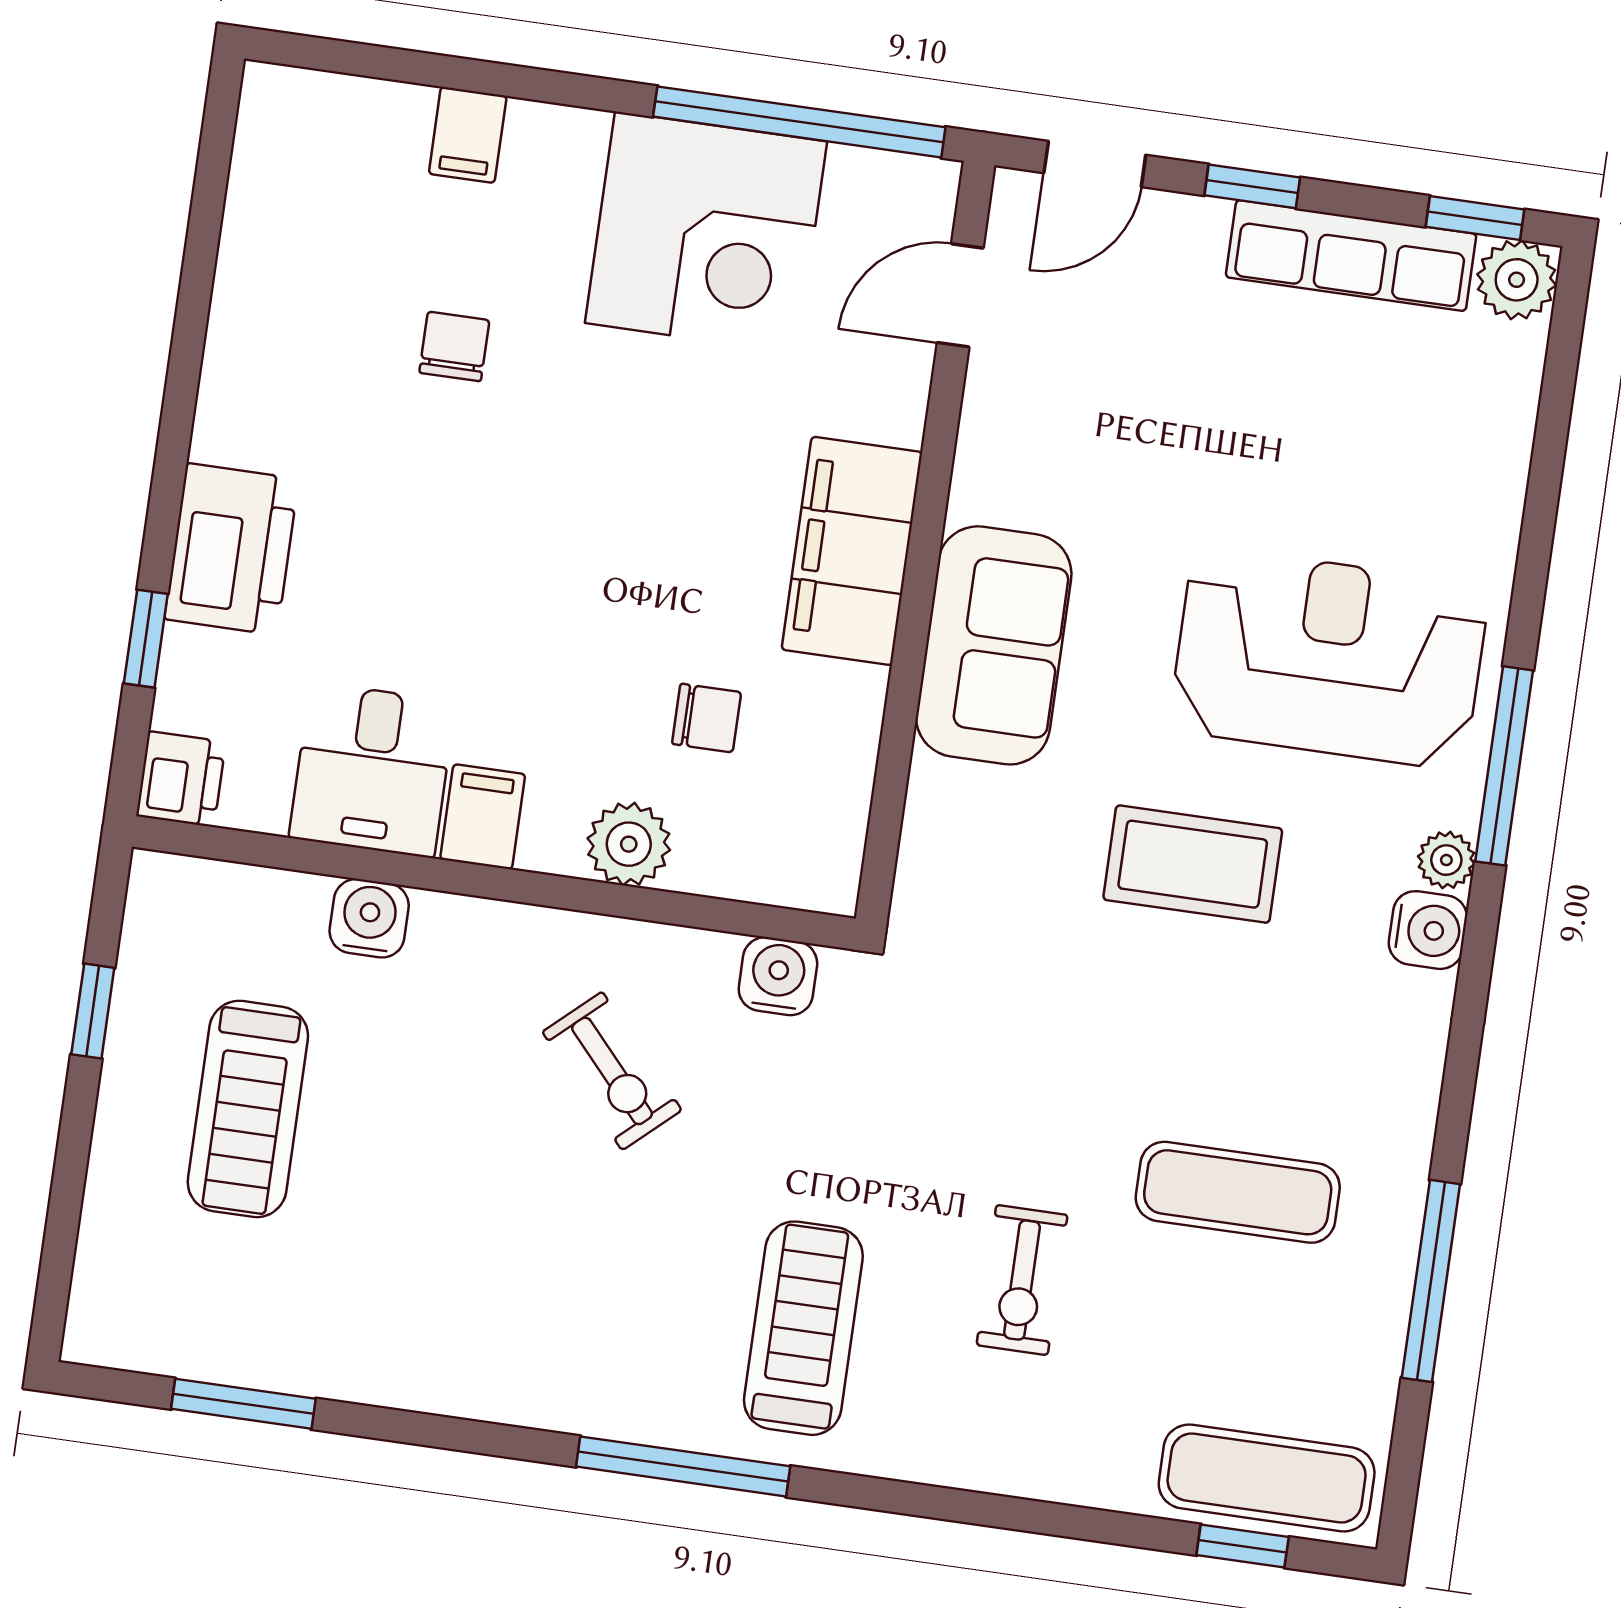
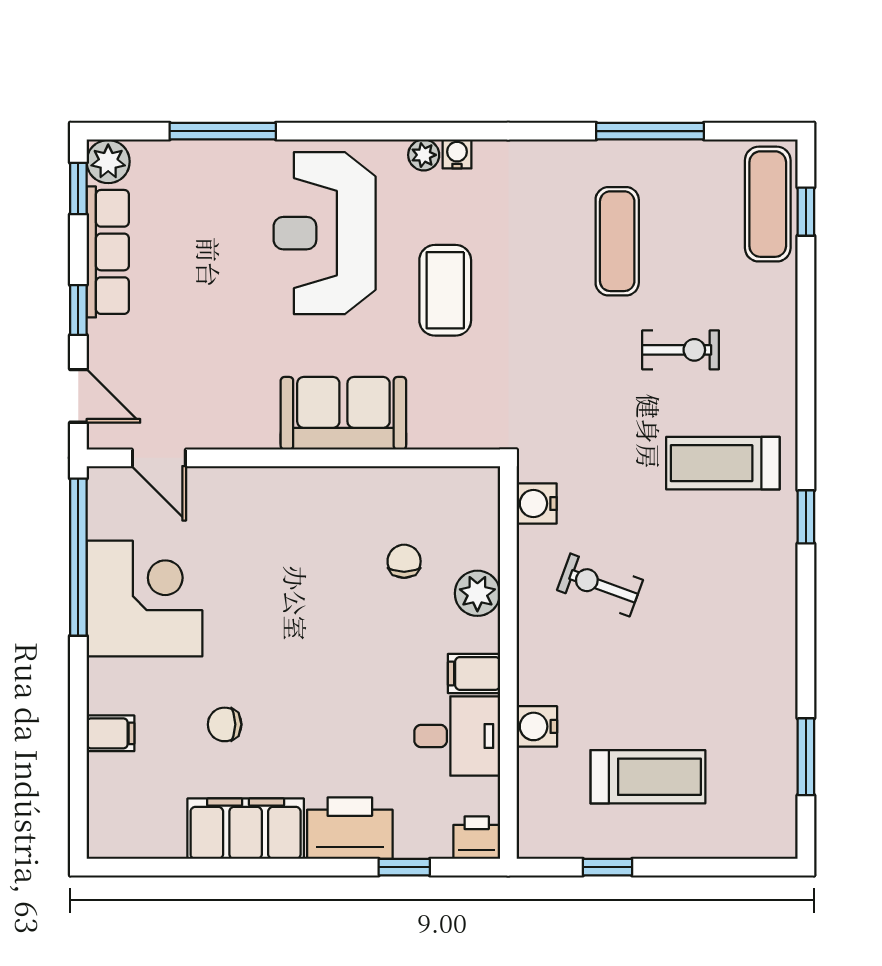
filing cabinet: (852, 551) -> (246, 829), moved, turned 180
window: (1504, 766) -> (223, 131), moved
water cooler: (1428, 930) -> (457, 154), width x0.72, depth x0.72
exercise bike: (612, 1071) -> (600, 585), turned -118
window: (683, 1466) -> (806, 517), width x0.46

